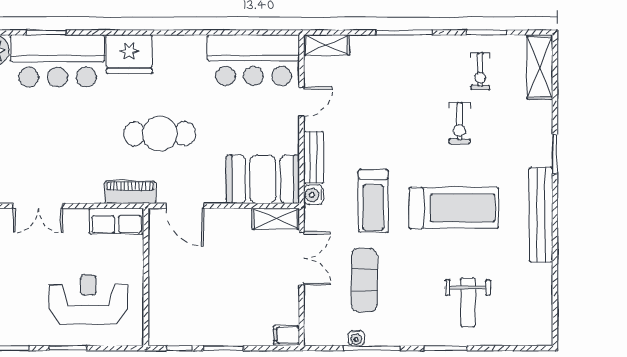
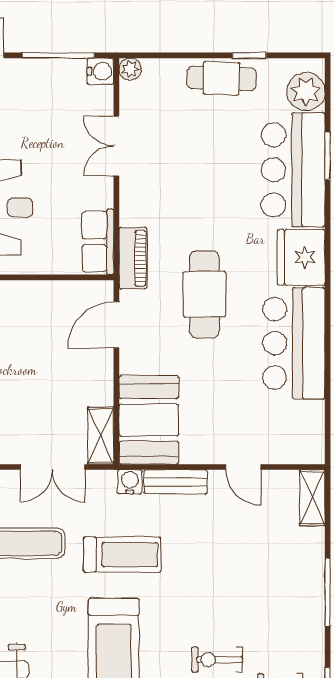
bar counter: (253, 60) -> (294, 343), moved
treadmill: (373, 201) -> (122, 555), turned 180

